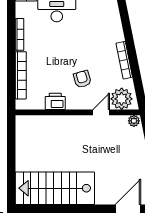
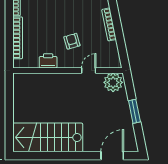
plant: (122, 99) -> (107, 59), removed
plant: (134, 121) -> (113, 82), width x1.87, depth x1.87

